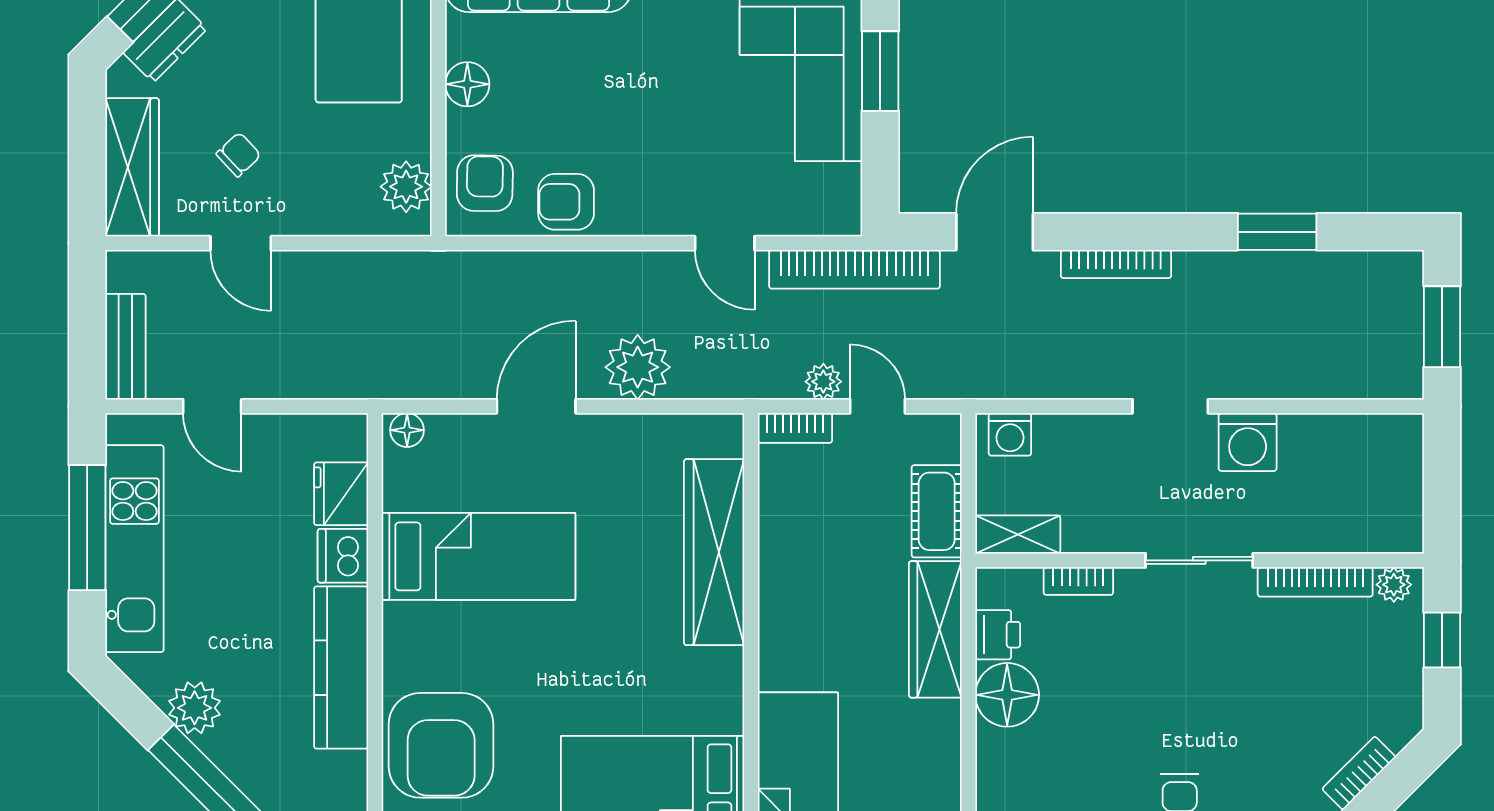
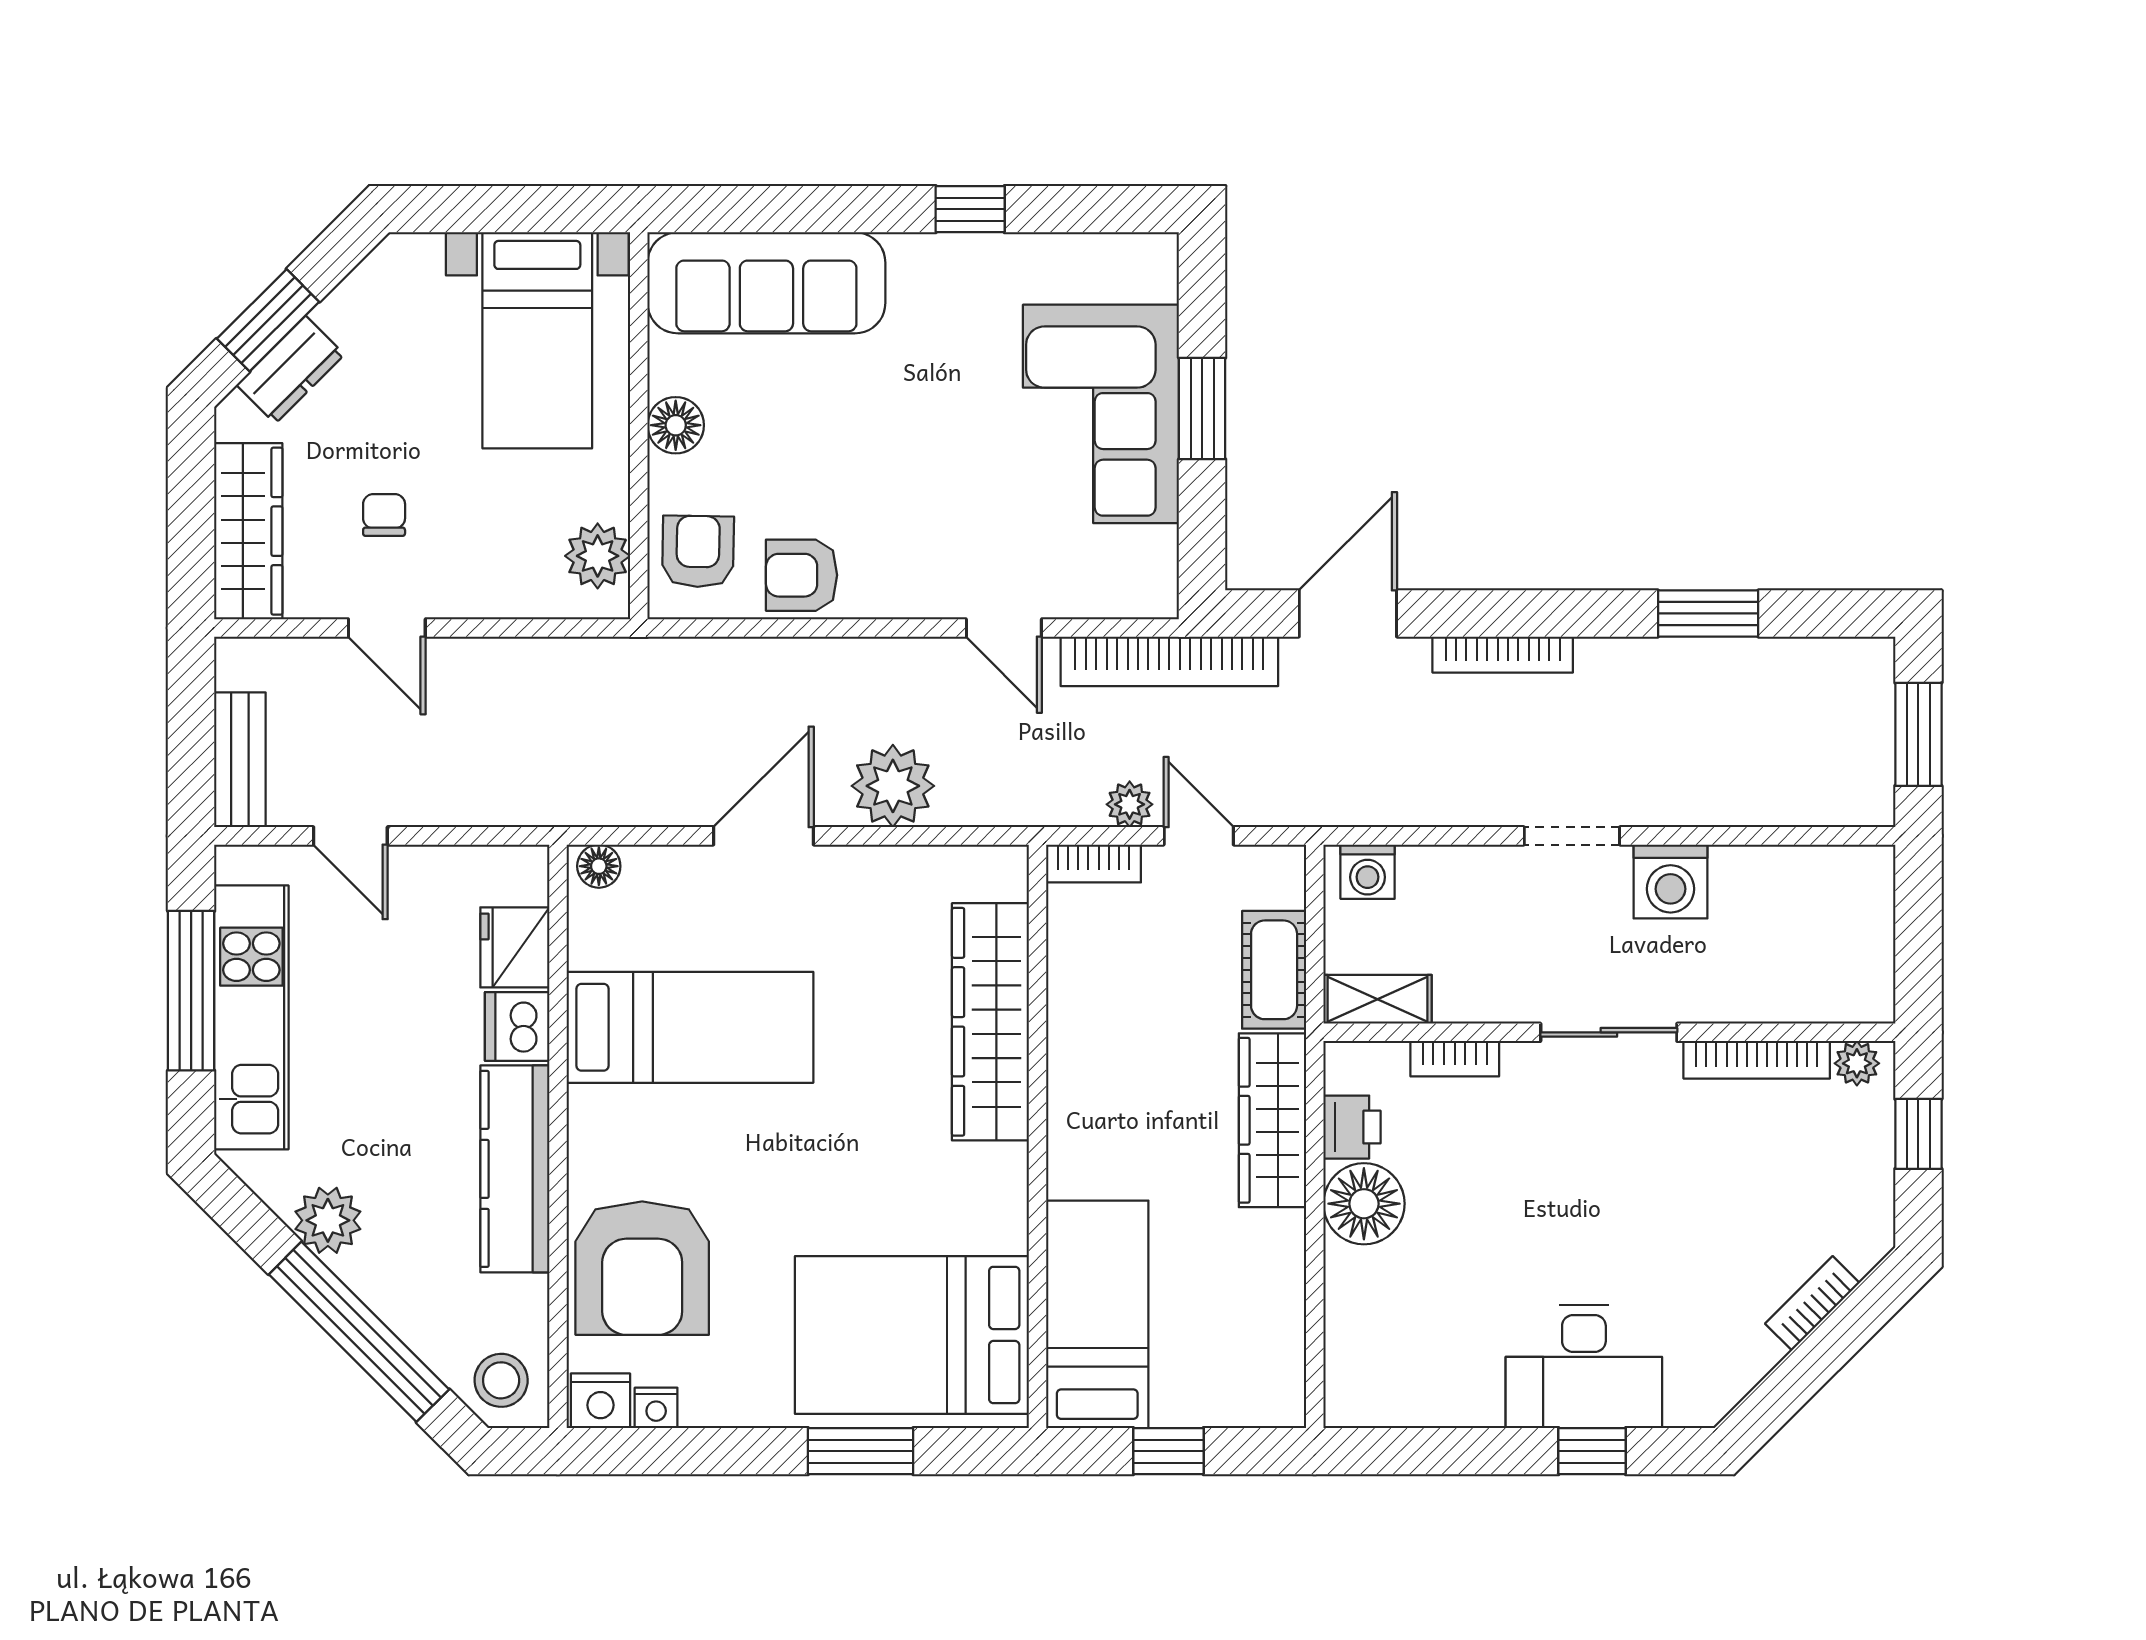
chair: (239, 155) -> (384, 515), turned -47

